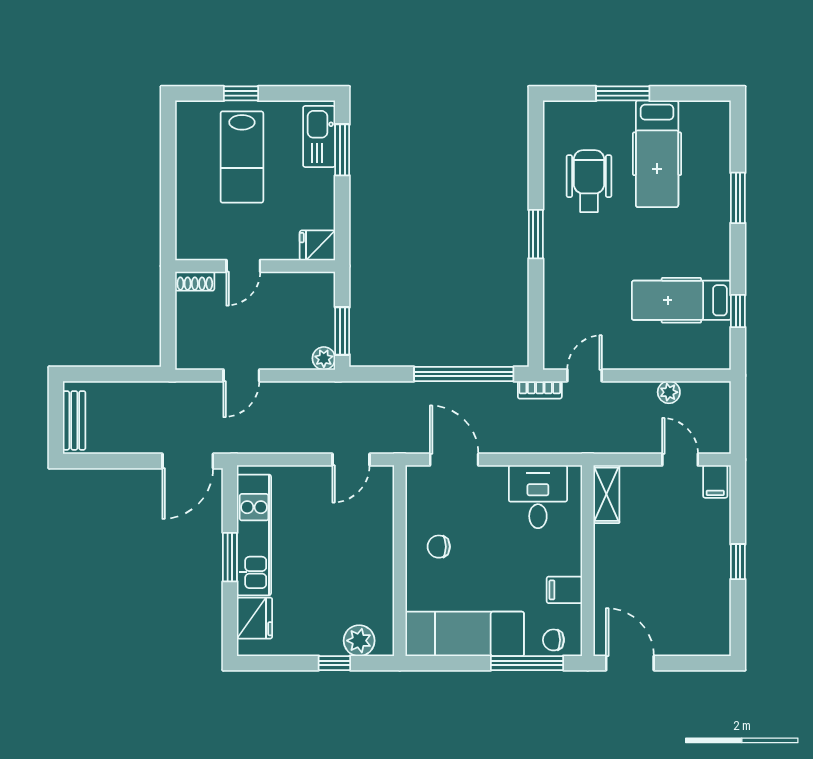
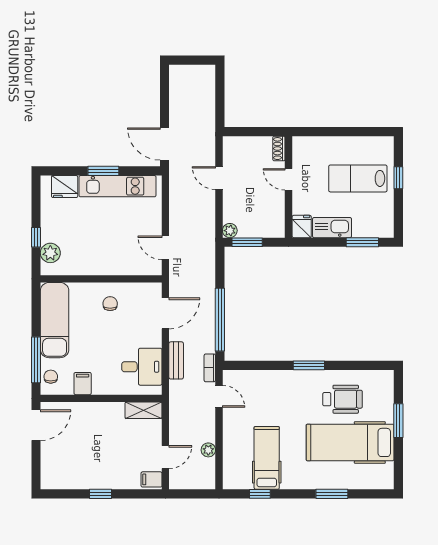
kitchen sink: (319, 137) -> (332, 228), moved
hospital bed: (657, 154) -> (350, 442), width x1.37, depth x1.29
bench: (74, 420) -> (176, 360), moved, turned 90

